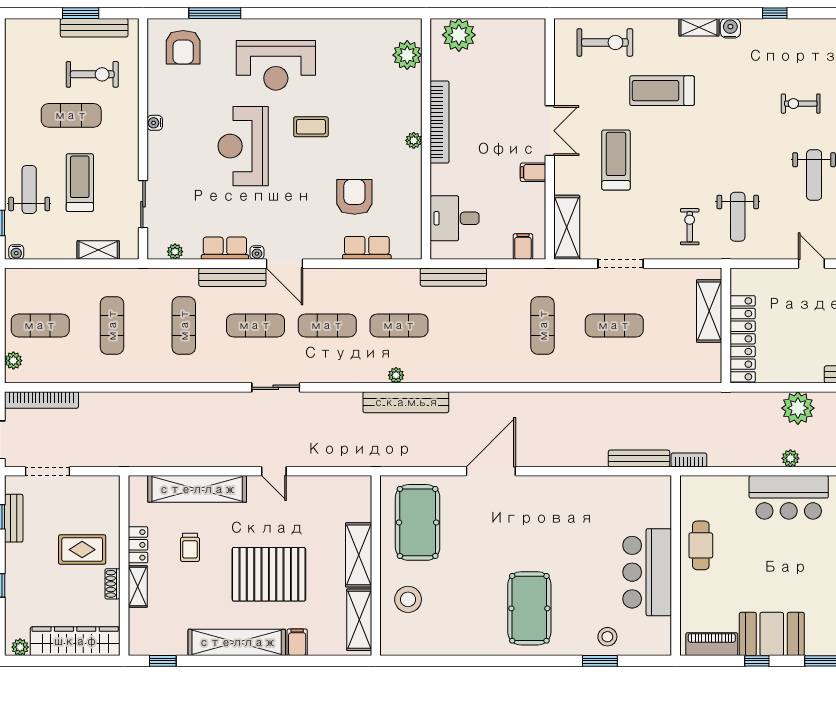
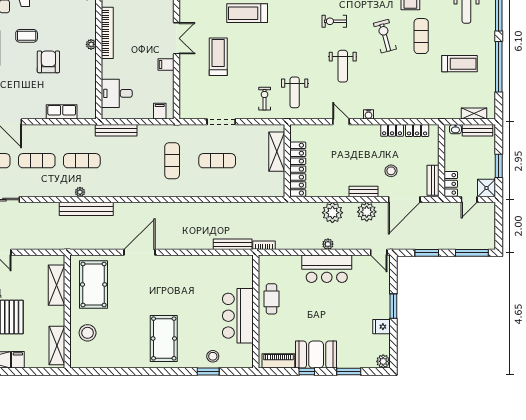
armchair: (354, 197) -> (48, 62), moved
shelving: (567, 227) -> (187, 99), removed
shelving: (359, 555) -> (56, 285), moved

